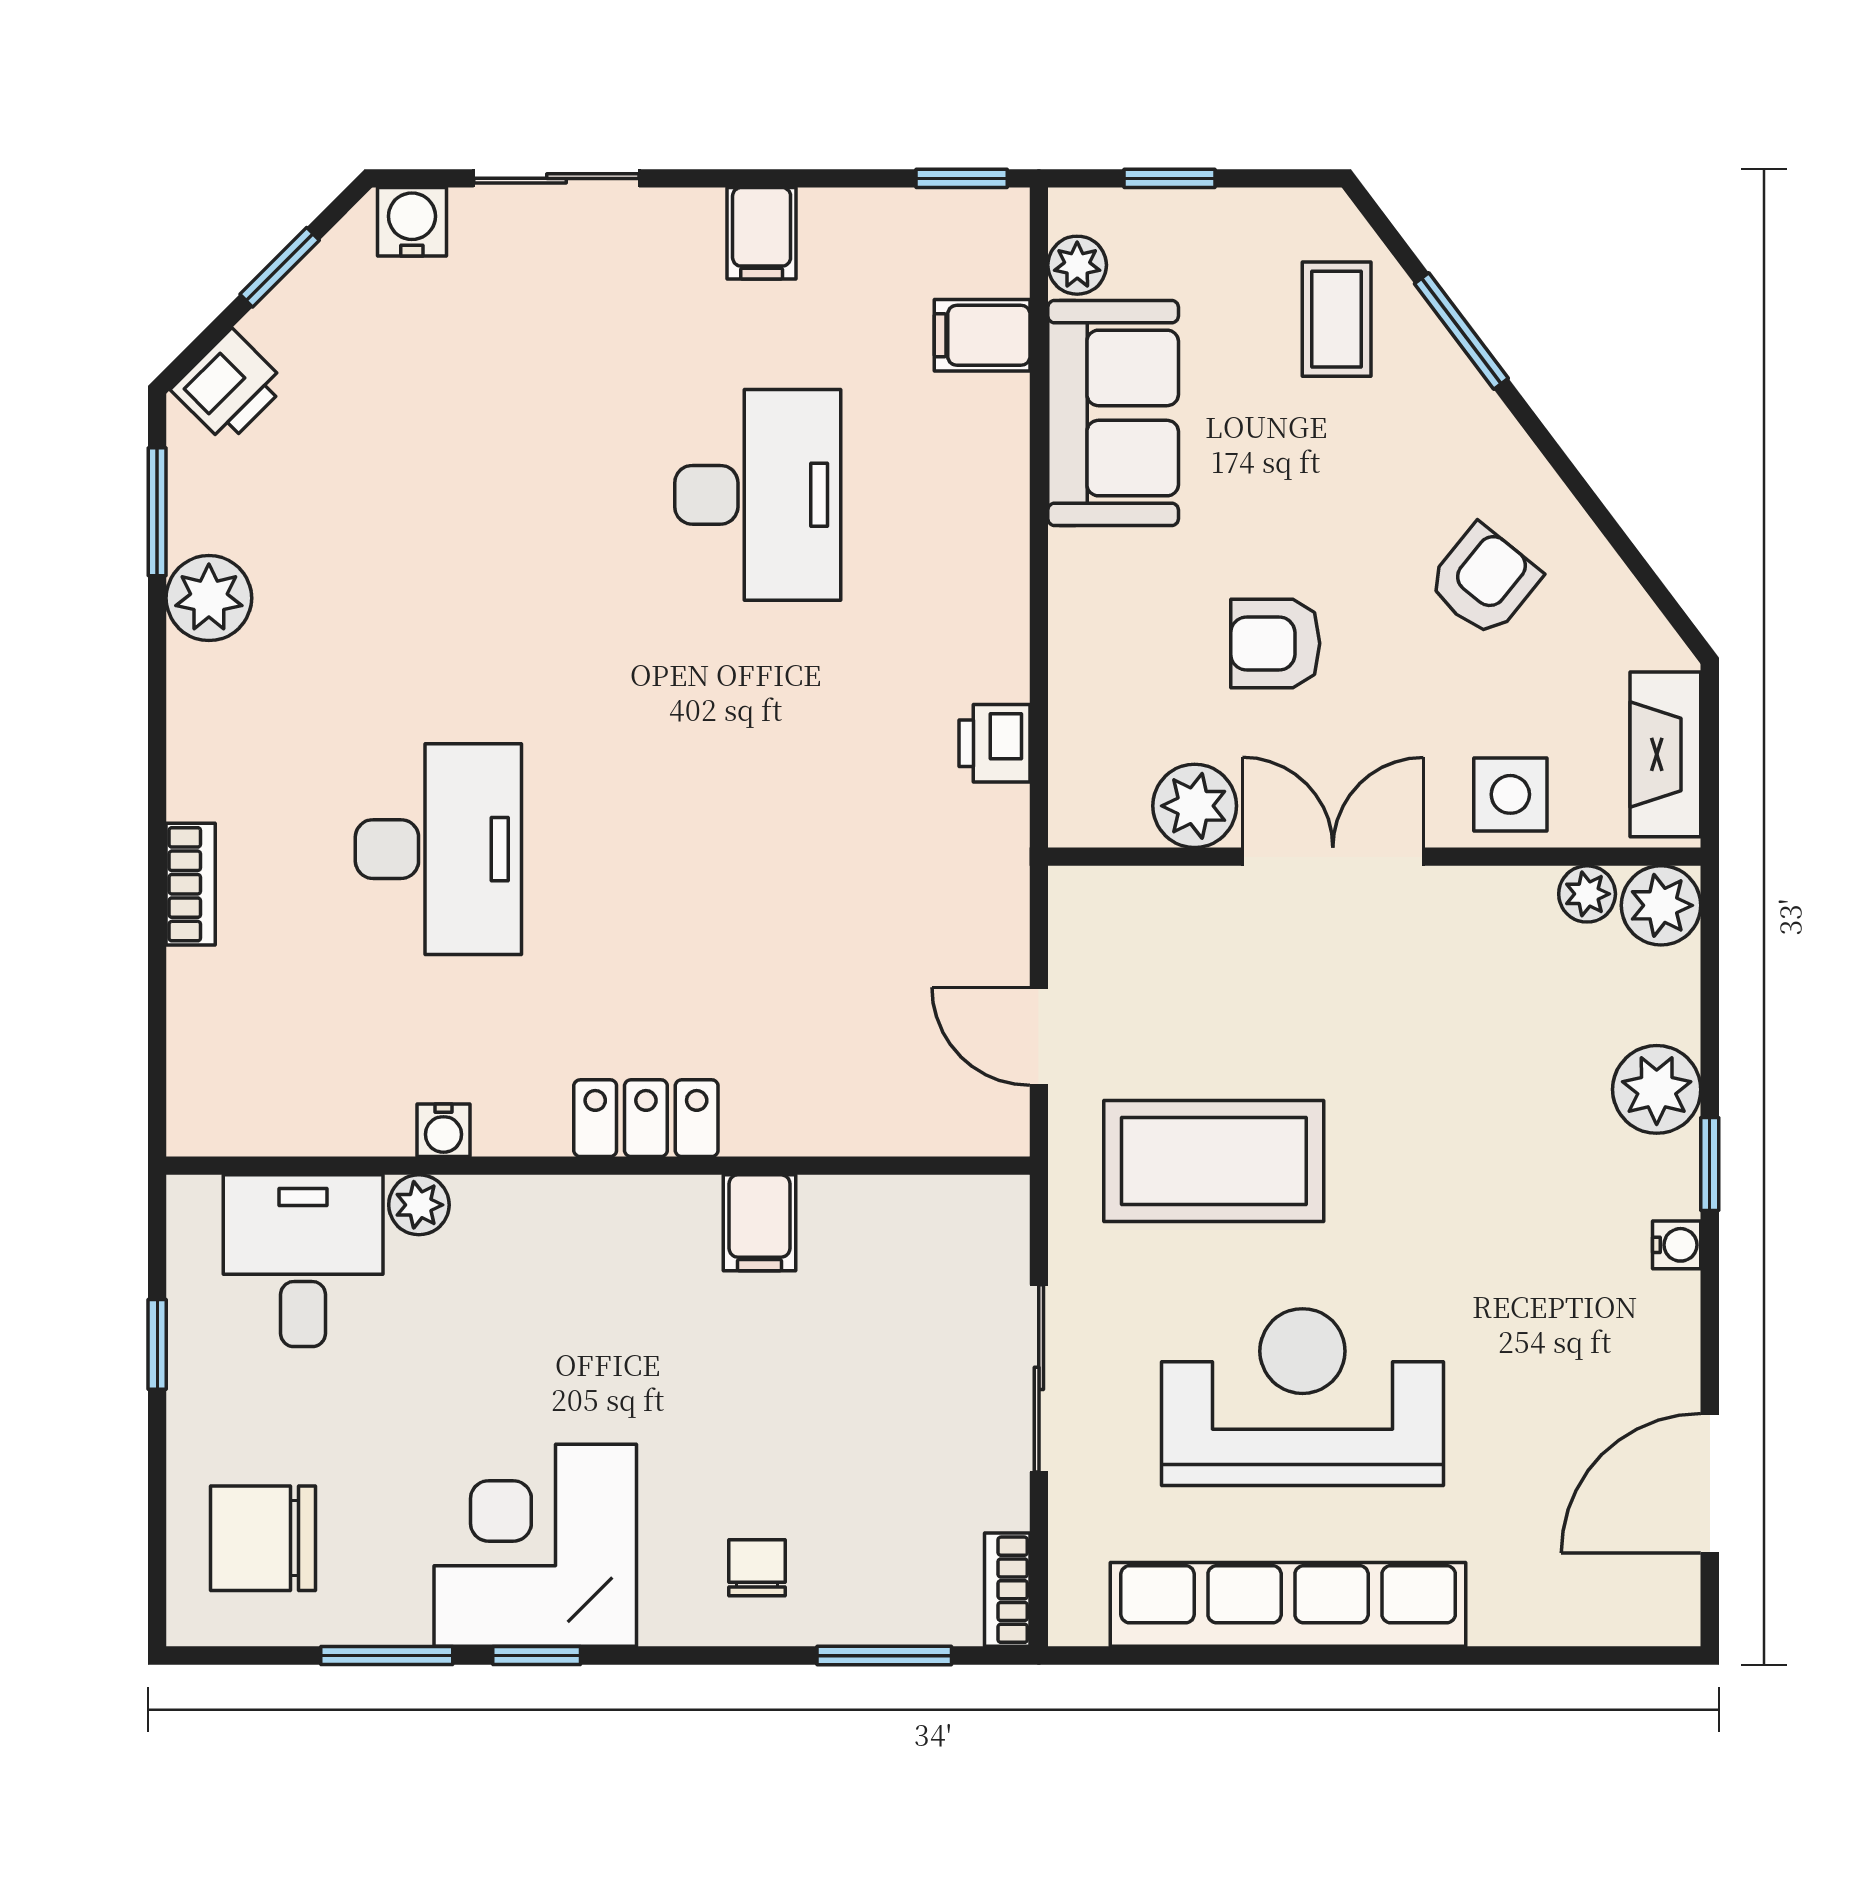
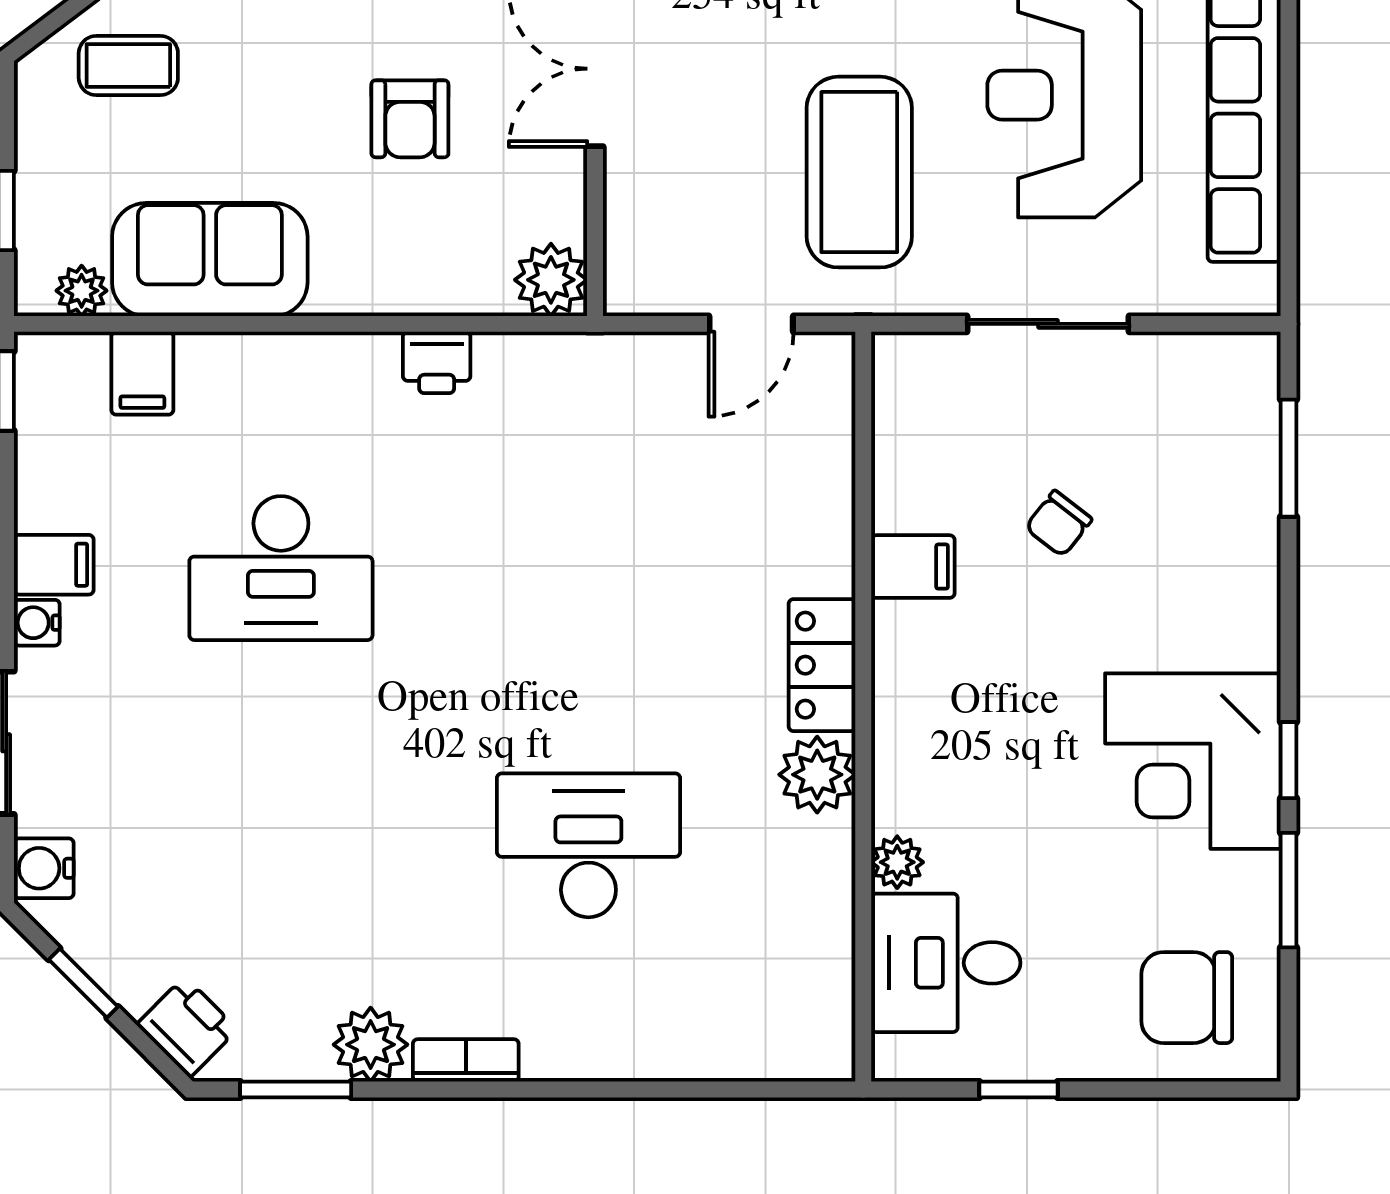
desk: (758, 495) -> (281, 568), turned 180
printer: (995, 743) -> (437, 362), moved
plant: (1195, 806) -> (551, 280), moved
bookcase: (191, 884) -> (466, 1060), moved
plant: (520, 1113) -> (817, 775), added
water cooler: (443, 1130) -> (37, 623), moved, turned 180
chair: (263, 1538) -> (1187, 998), turned 90
chair: (757, 1568) -> (1059, 523), moved, turned -52
bookcase: (1007, 1590) -> (1231, 351), removed

